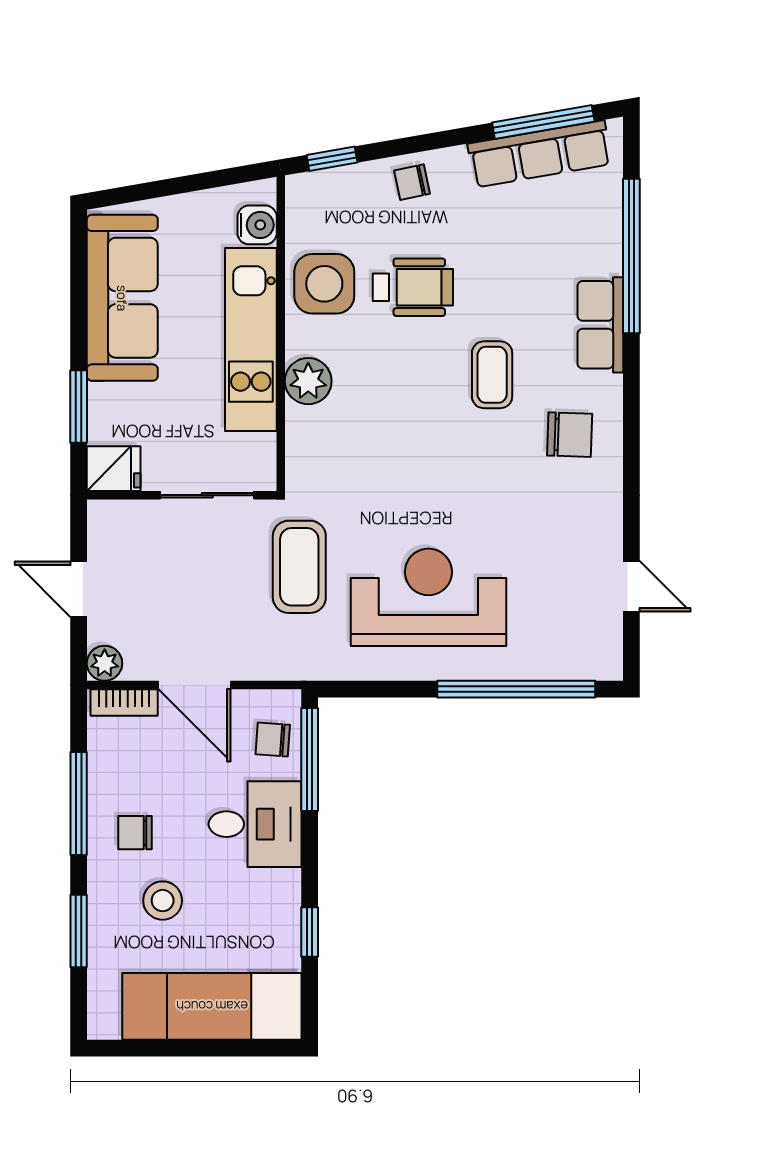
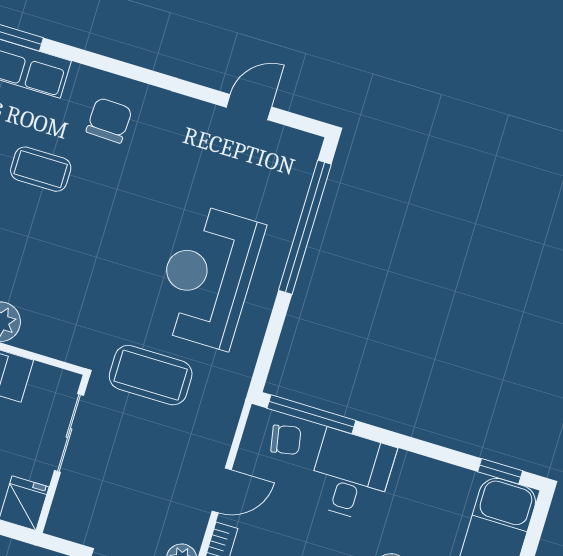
door: (195, 685) -> (222, 490), width x0.73
chair: (273, 740) -> (286, 440), turned -105
window: (310, 932) -> (500, 471), moved

